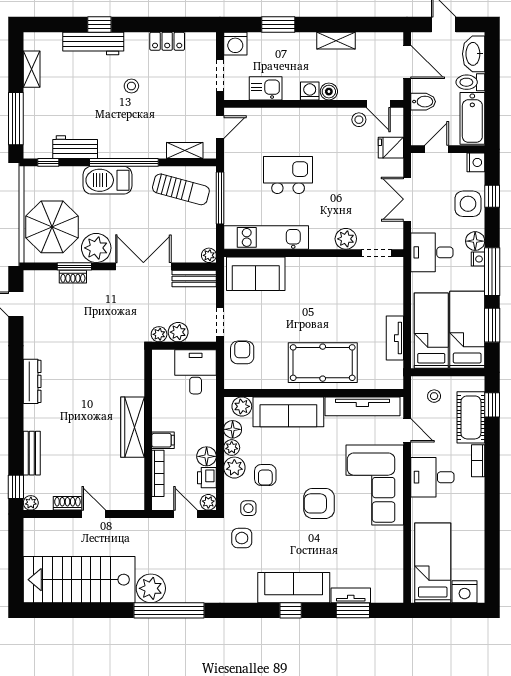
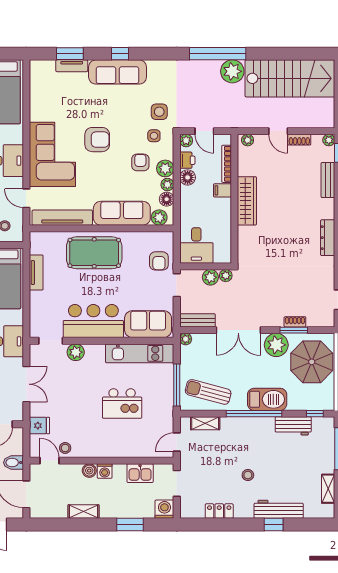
bar counter: (324, 278) -> (93, 321), added
plant: (132, 503) -> (248, 140), added

